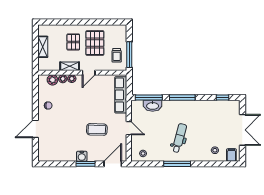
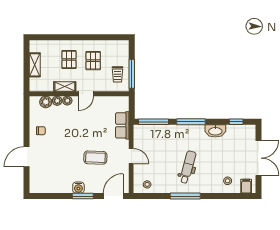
pallet: (95, 43) -> (93, 61), width x0.67, depth x0.71
row of seats: (121, 95) -> (122, 125), width x0.68
washbasin: (153, 106) -> (215, 131), moved

